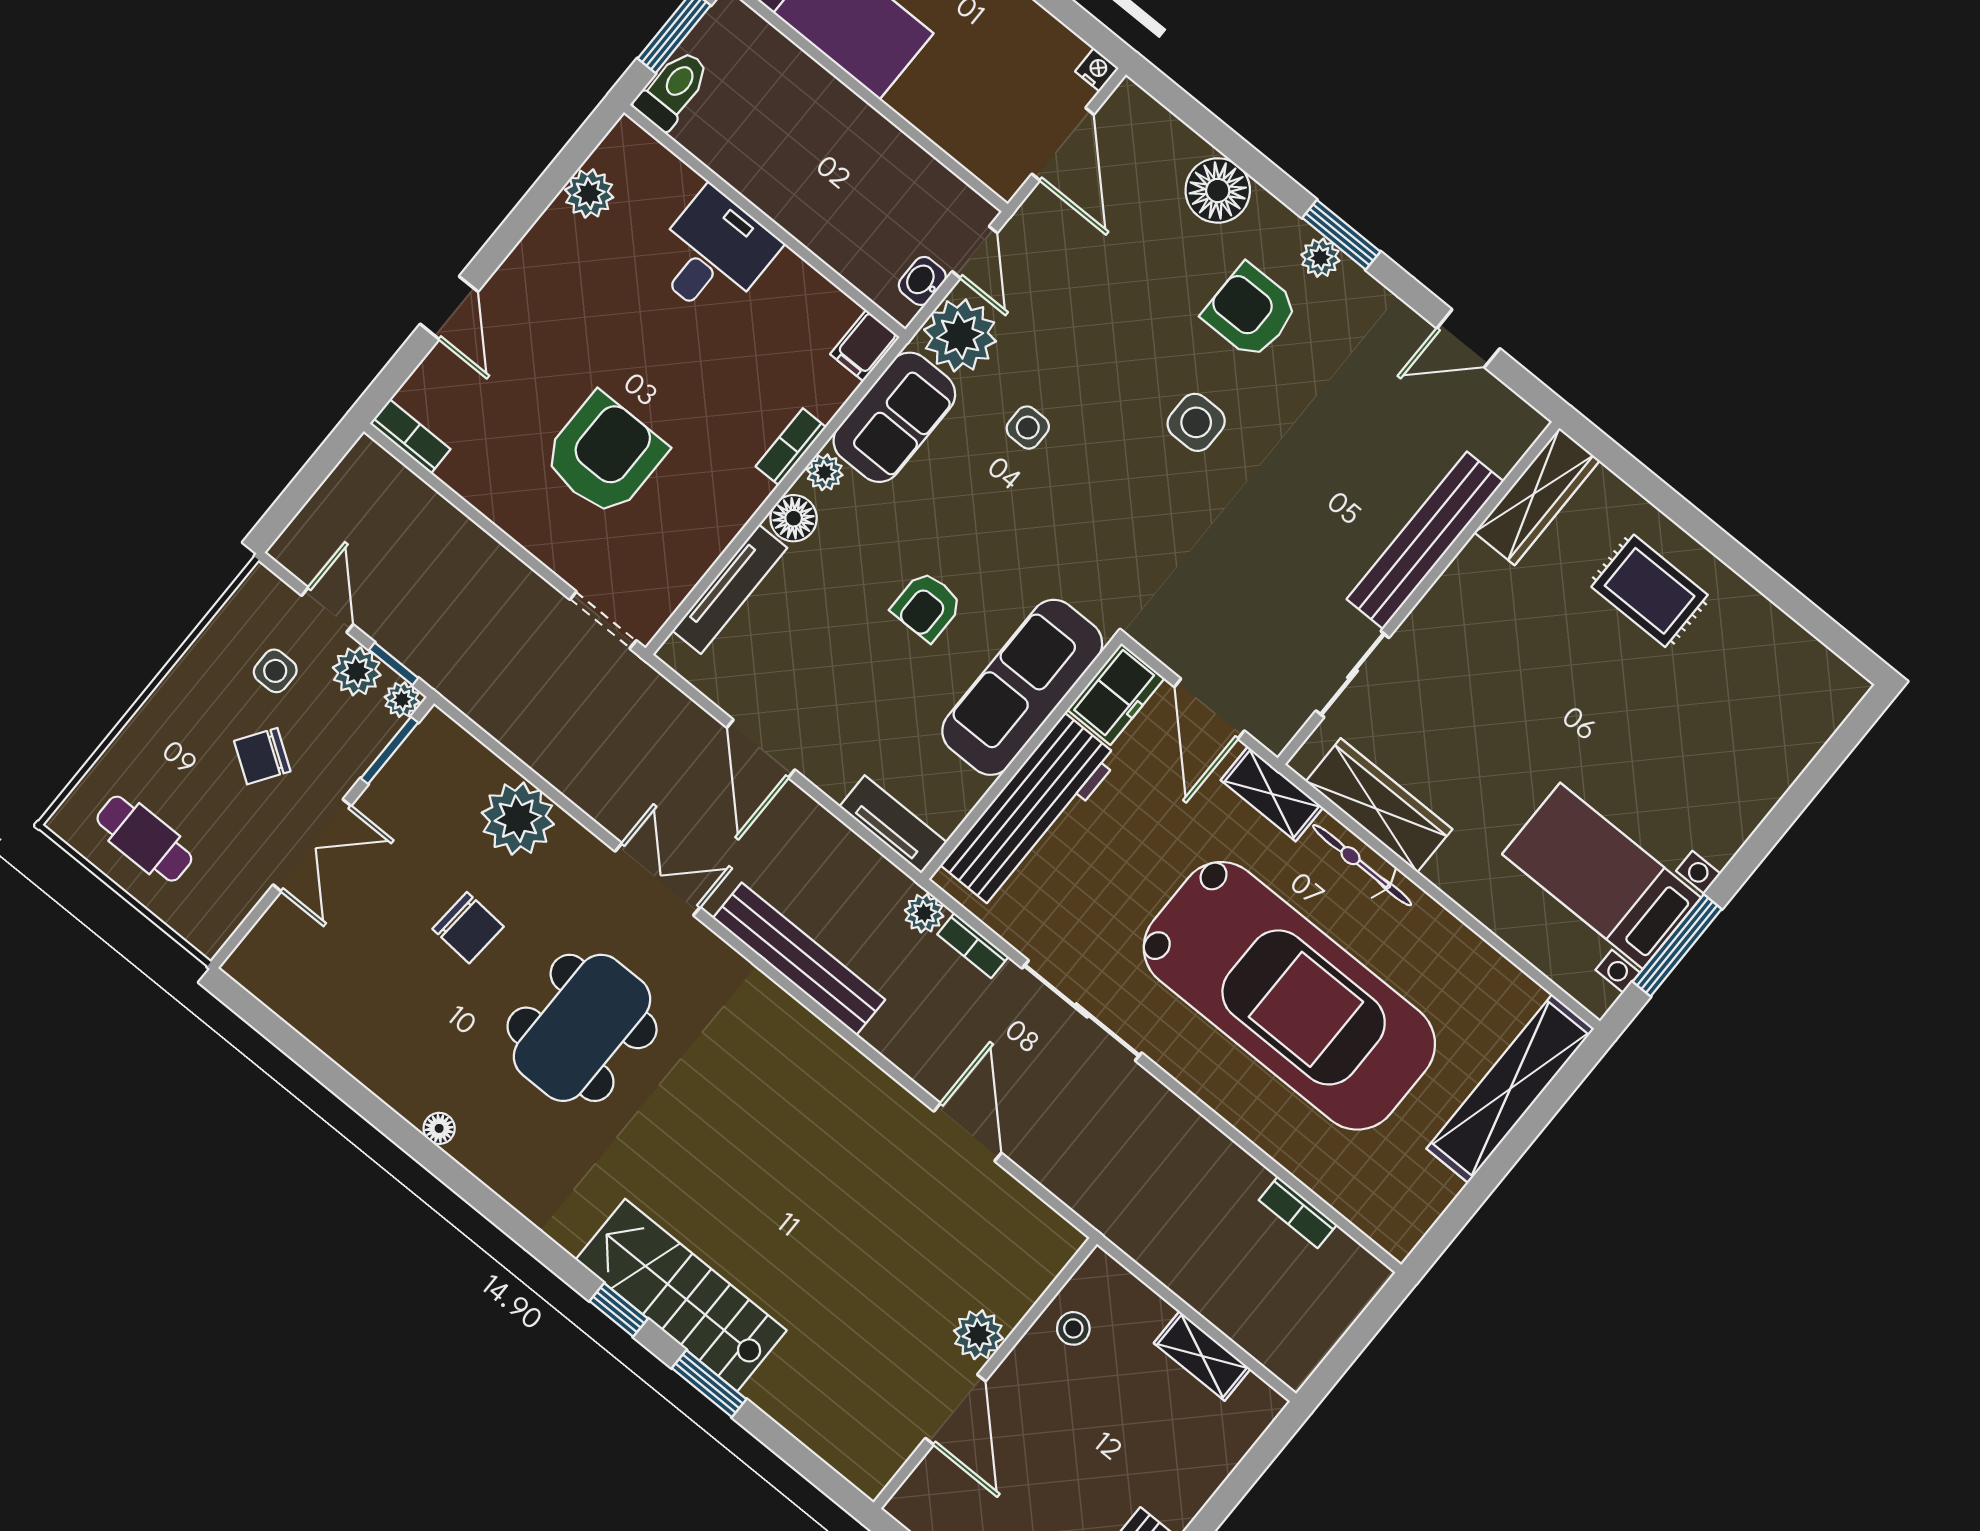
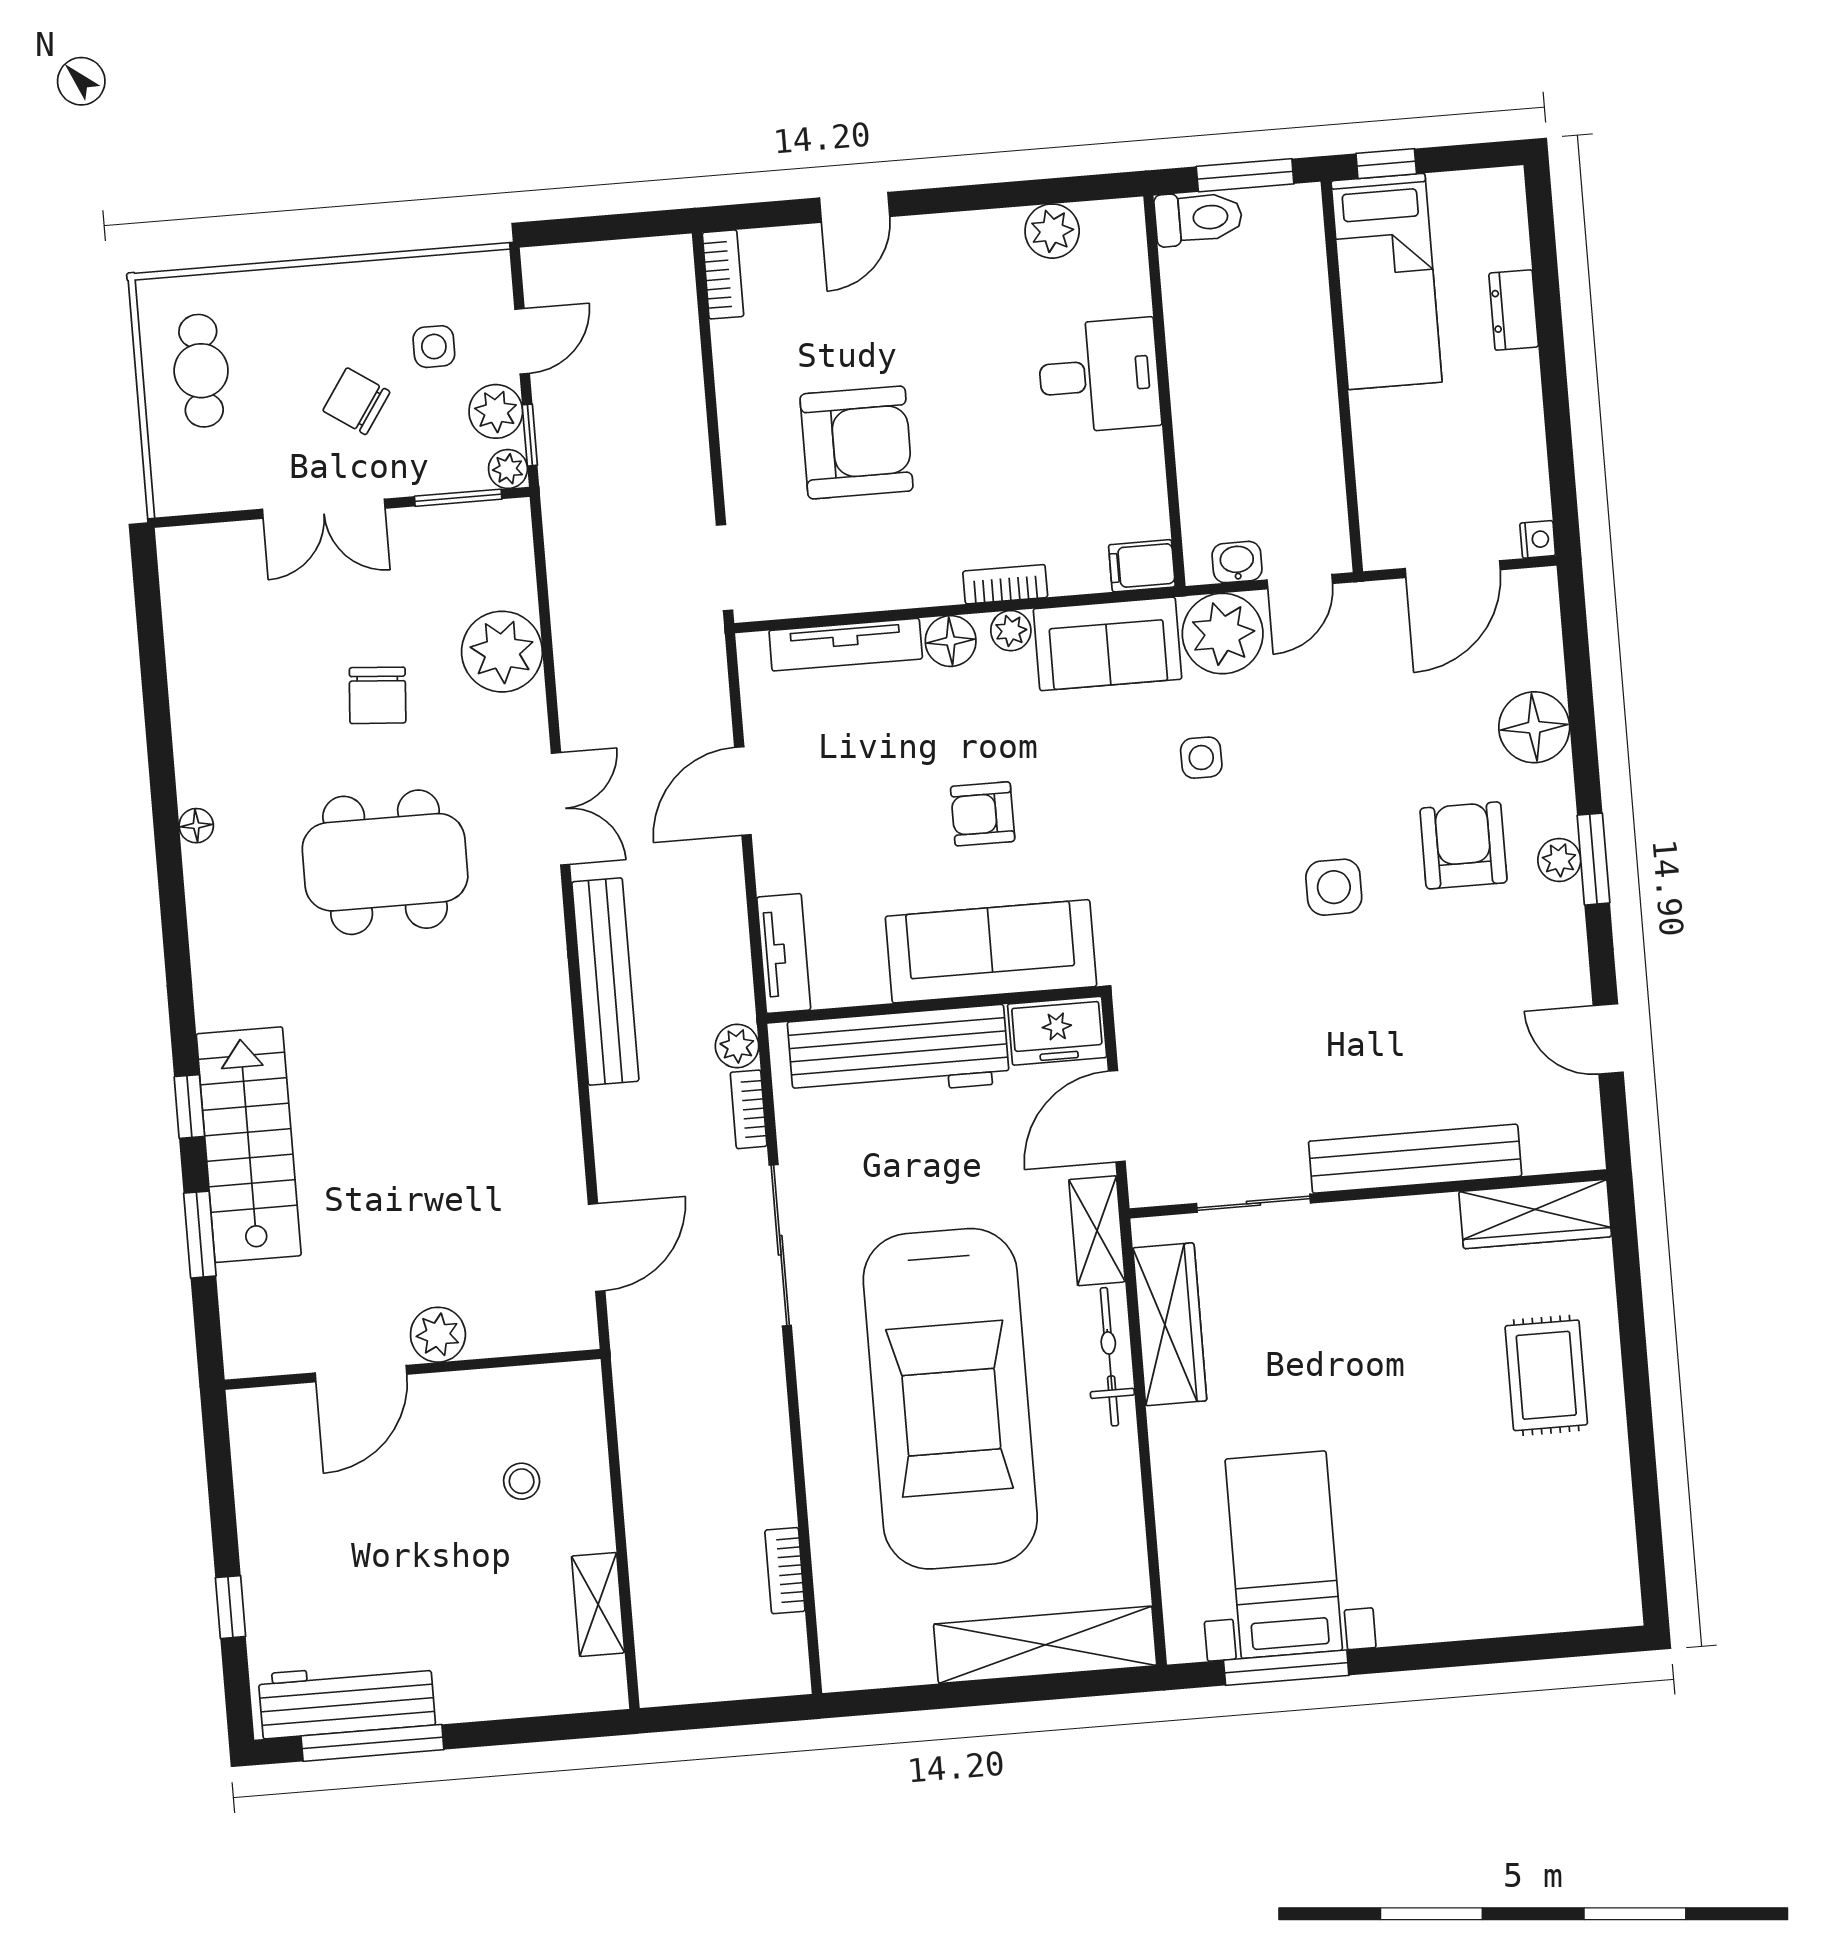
plant: (978, 1335) -> (438, 1335), moved
wall: (985, 1373) -> (413, 1369), moved
door: (955, 1410) -> (361, 1374), moved

